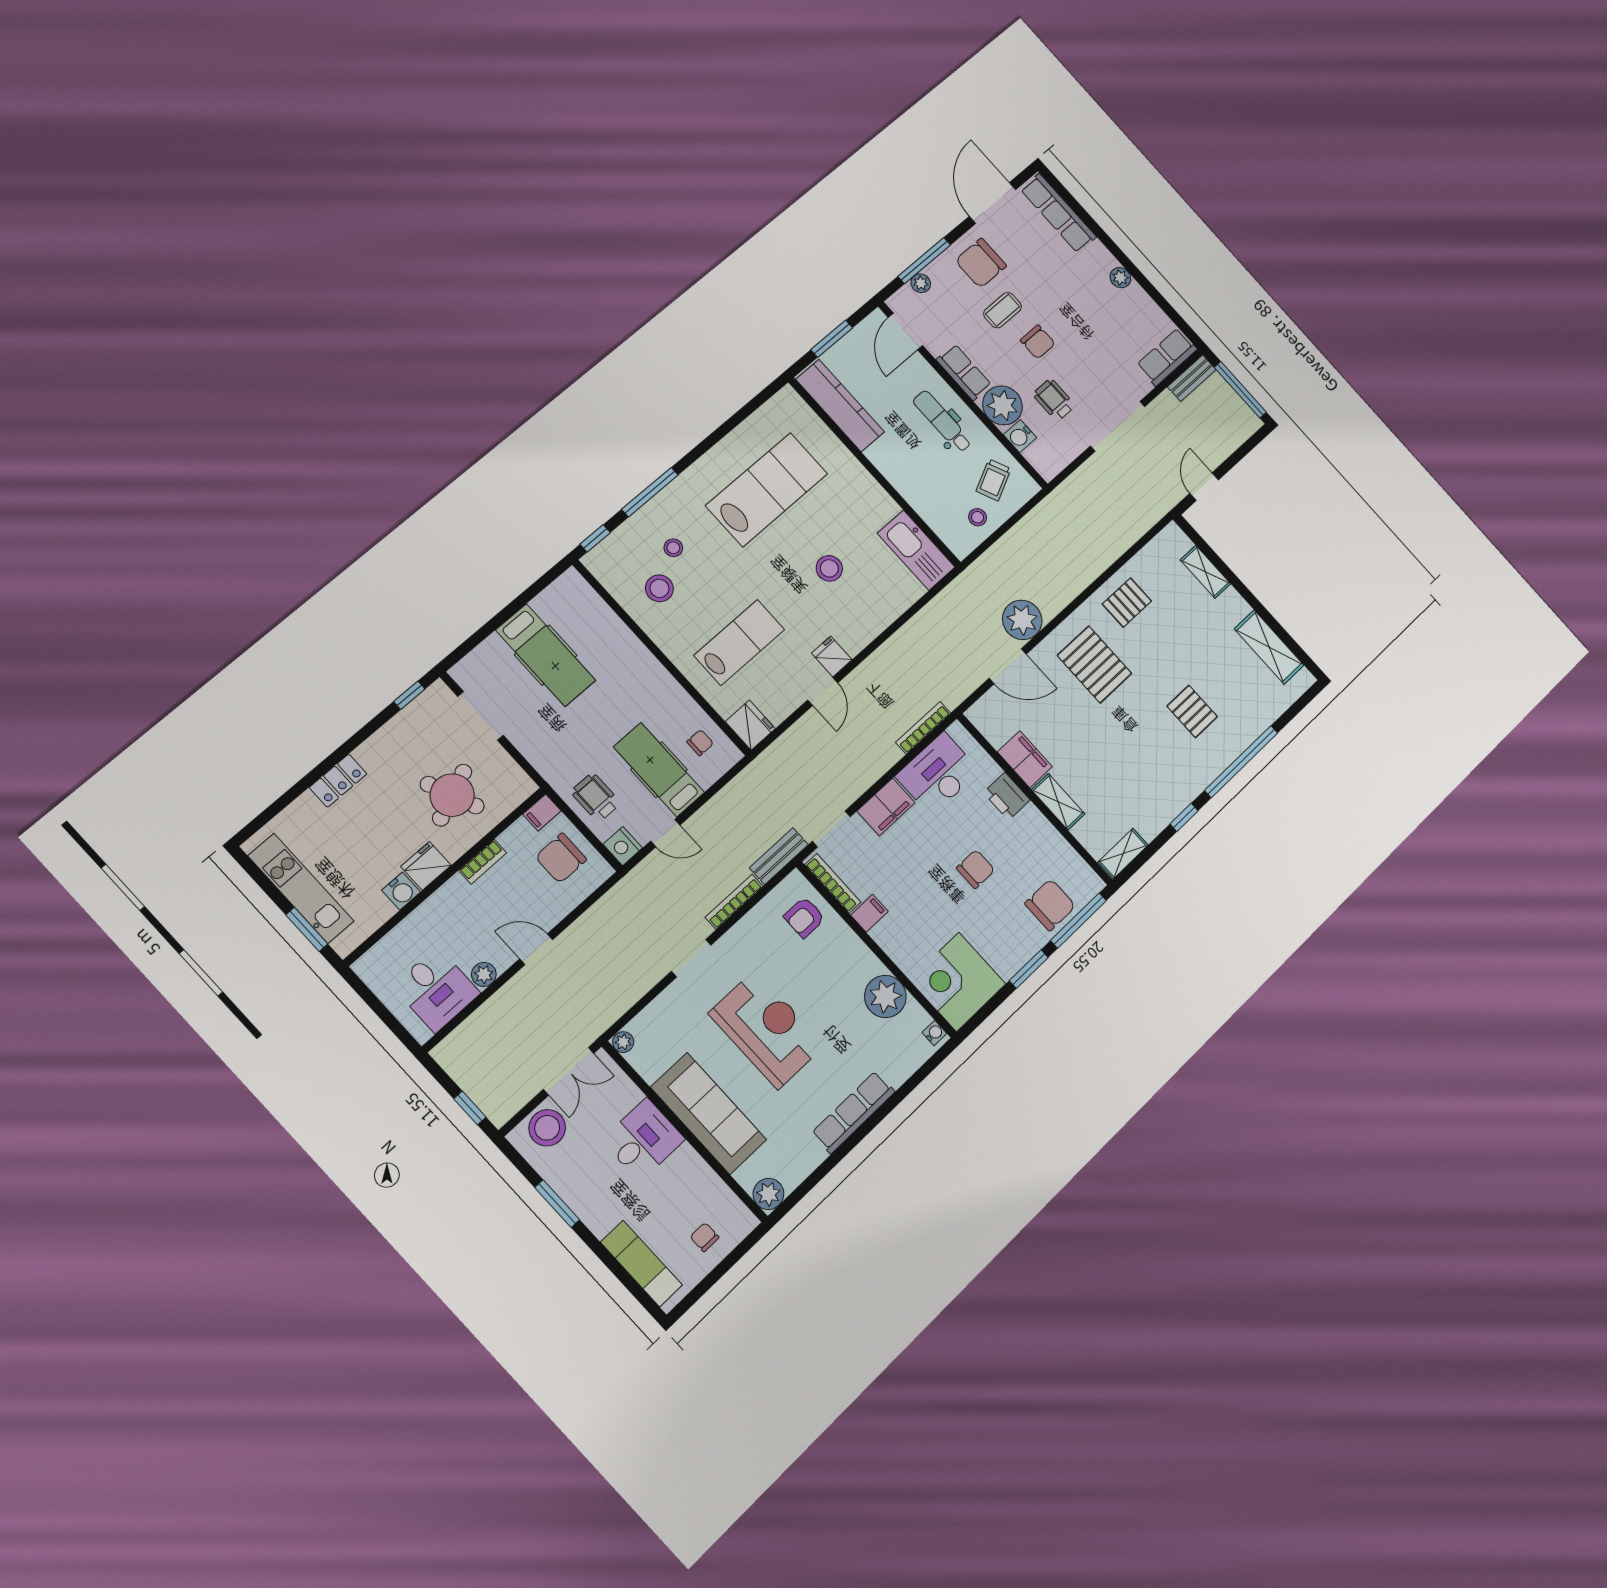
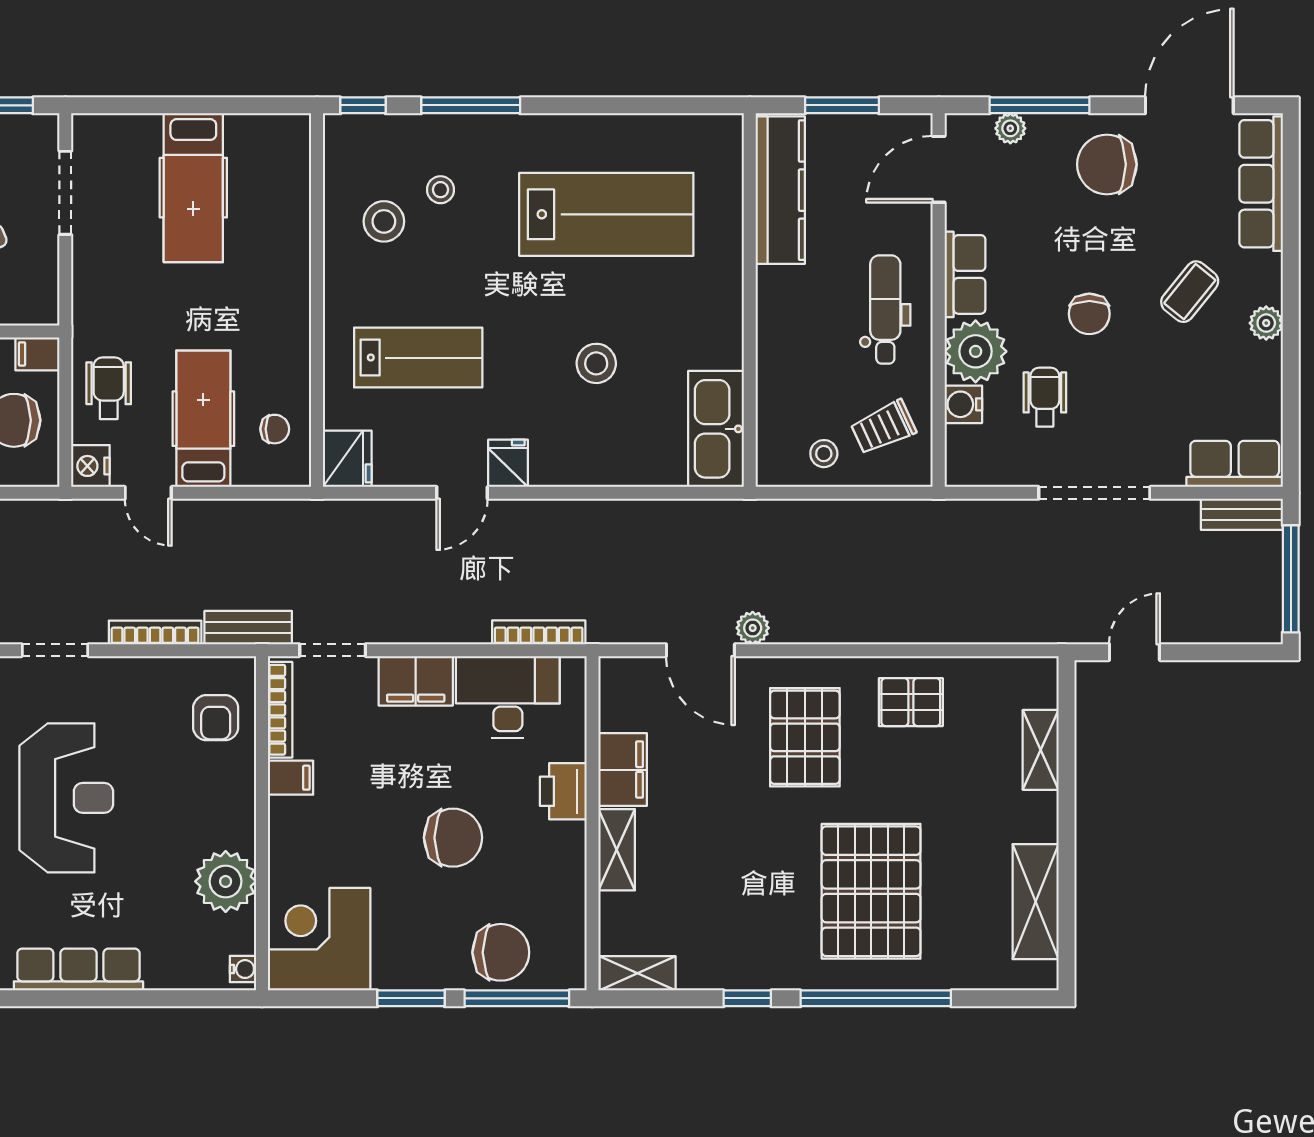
coffee table: (1002, 310) -> (1190, 292), moved, turned -51
plant: (1022, 620) -> (753, 628), width x0.53, depth x0.53
pallet: (1192, 711) -> (871, 891), width x2.05, depth x2.00
chair: (976, 869) -> (453, 838), width x1.37, depth x1.37
armchair: (804, 917) -> (216, 718), turned -90

